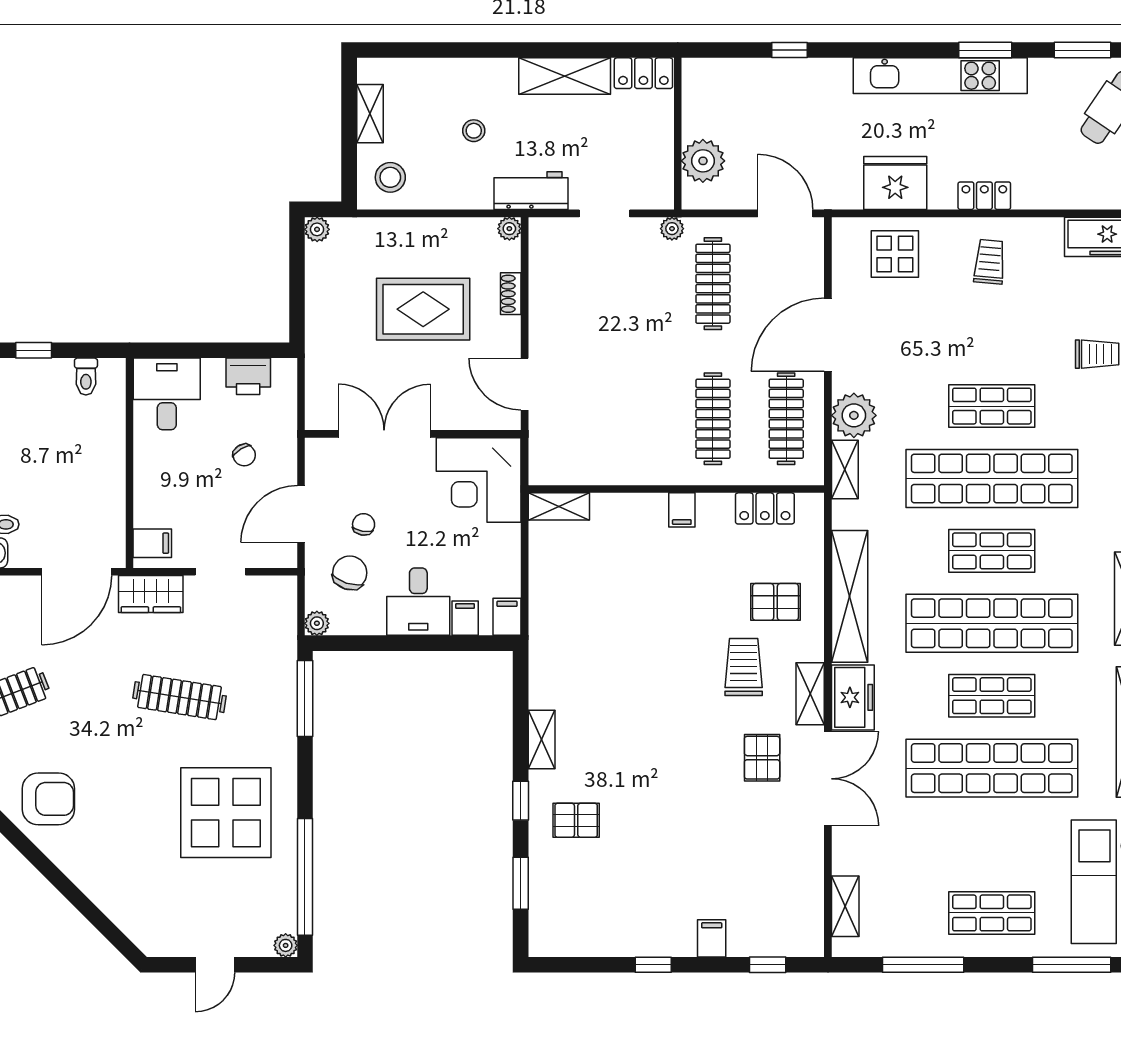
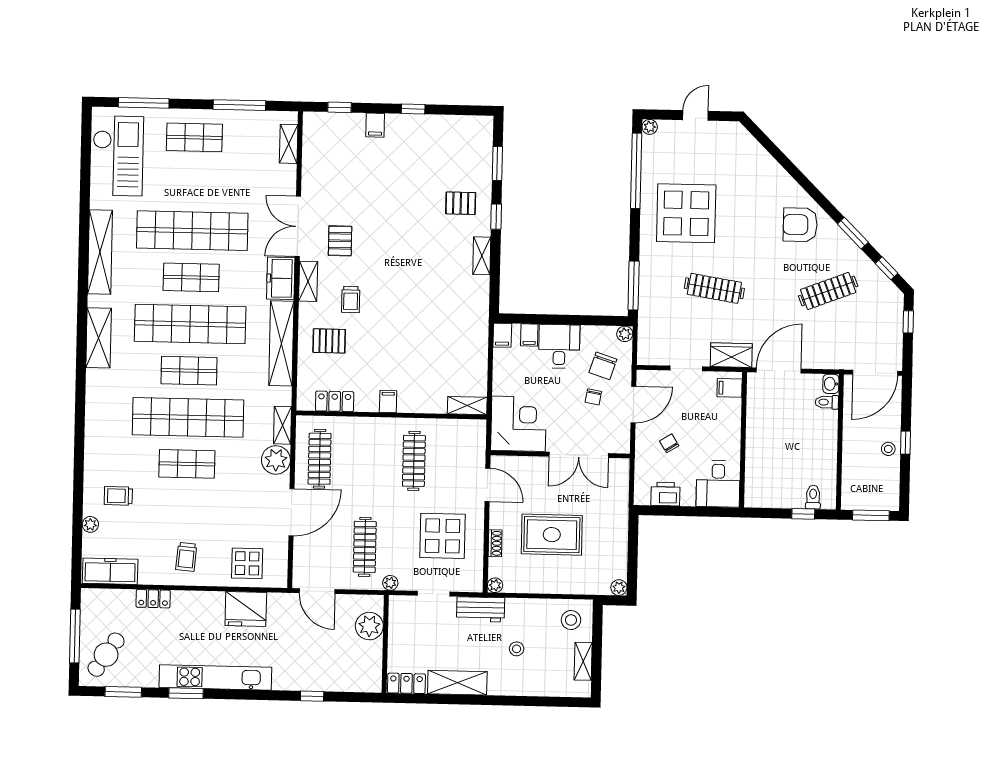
locker: (984, 196) -> (153, 599), moved
display table: (593, 303) -> (443, 536), added
toilet: (86, 377) -> (813, 497), moved
clothes rail: (713, 419) -> (414, 461), moved
trolley: (744, 667) -> (351, 299), width x0.73, depth x0.72

